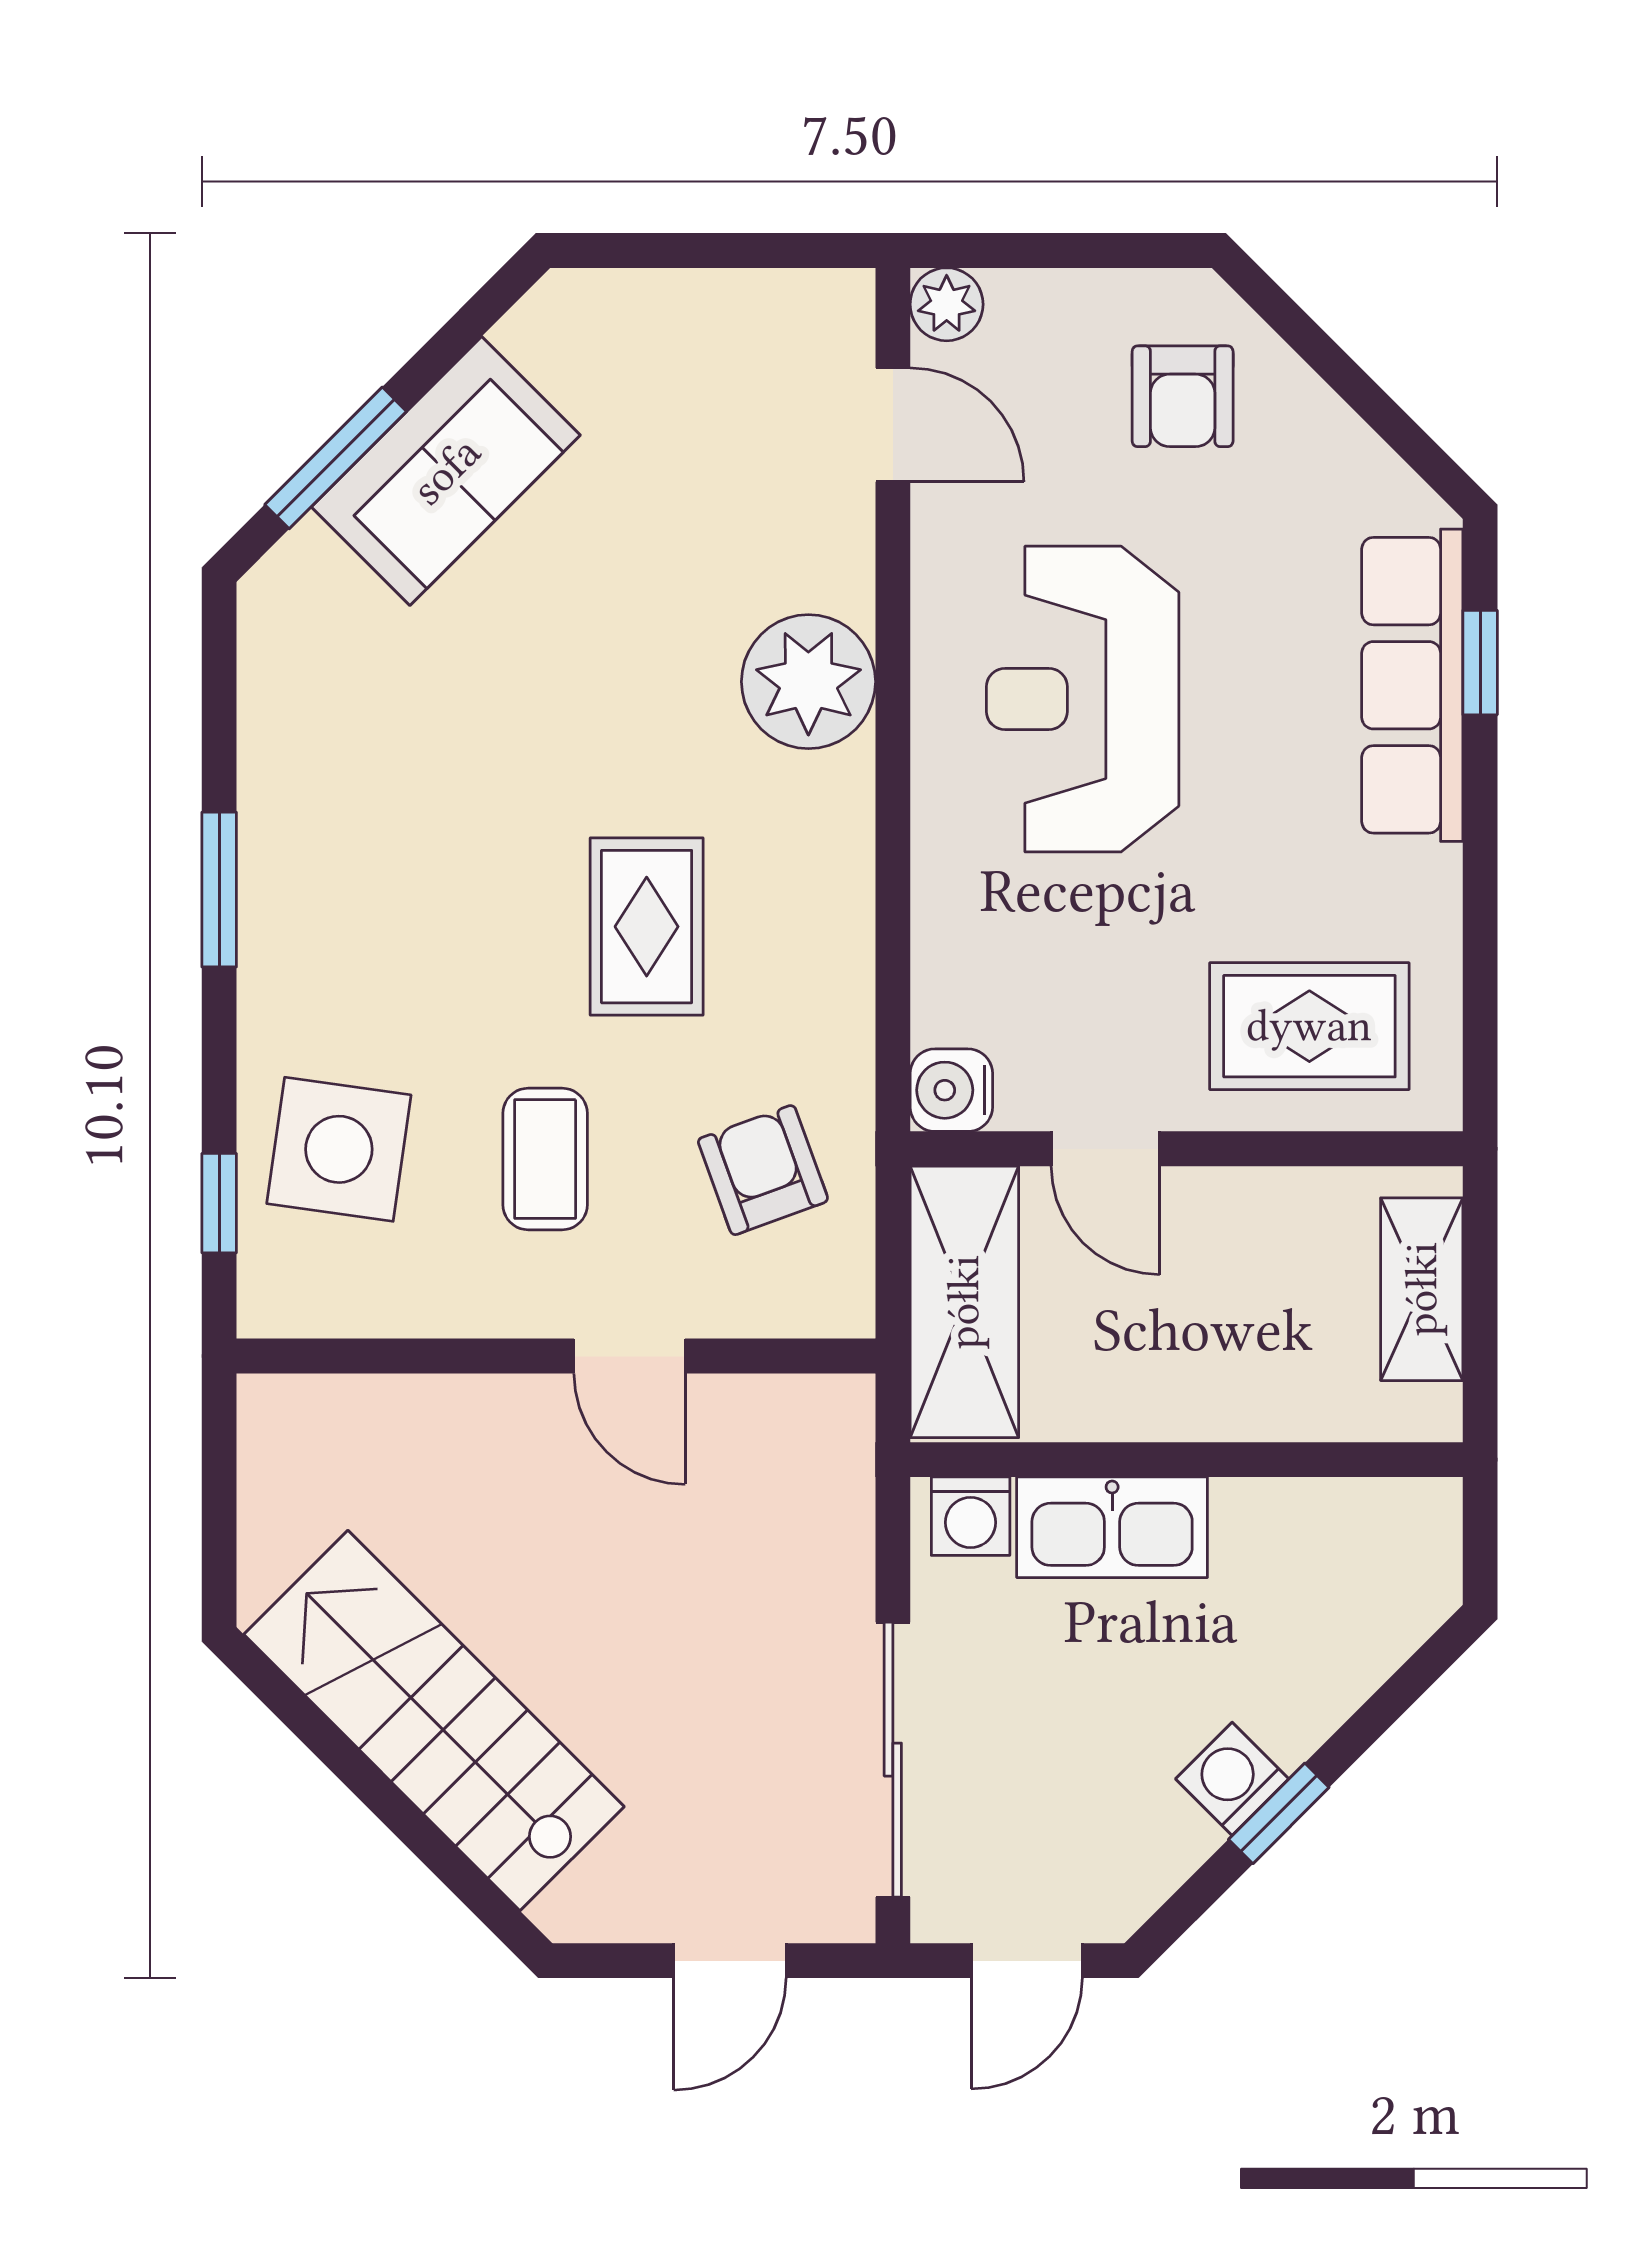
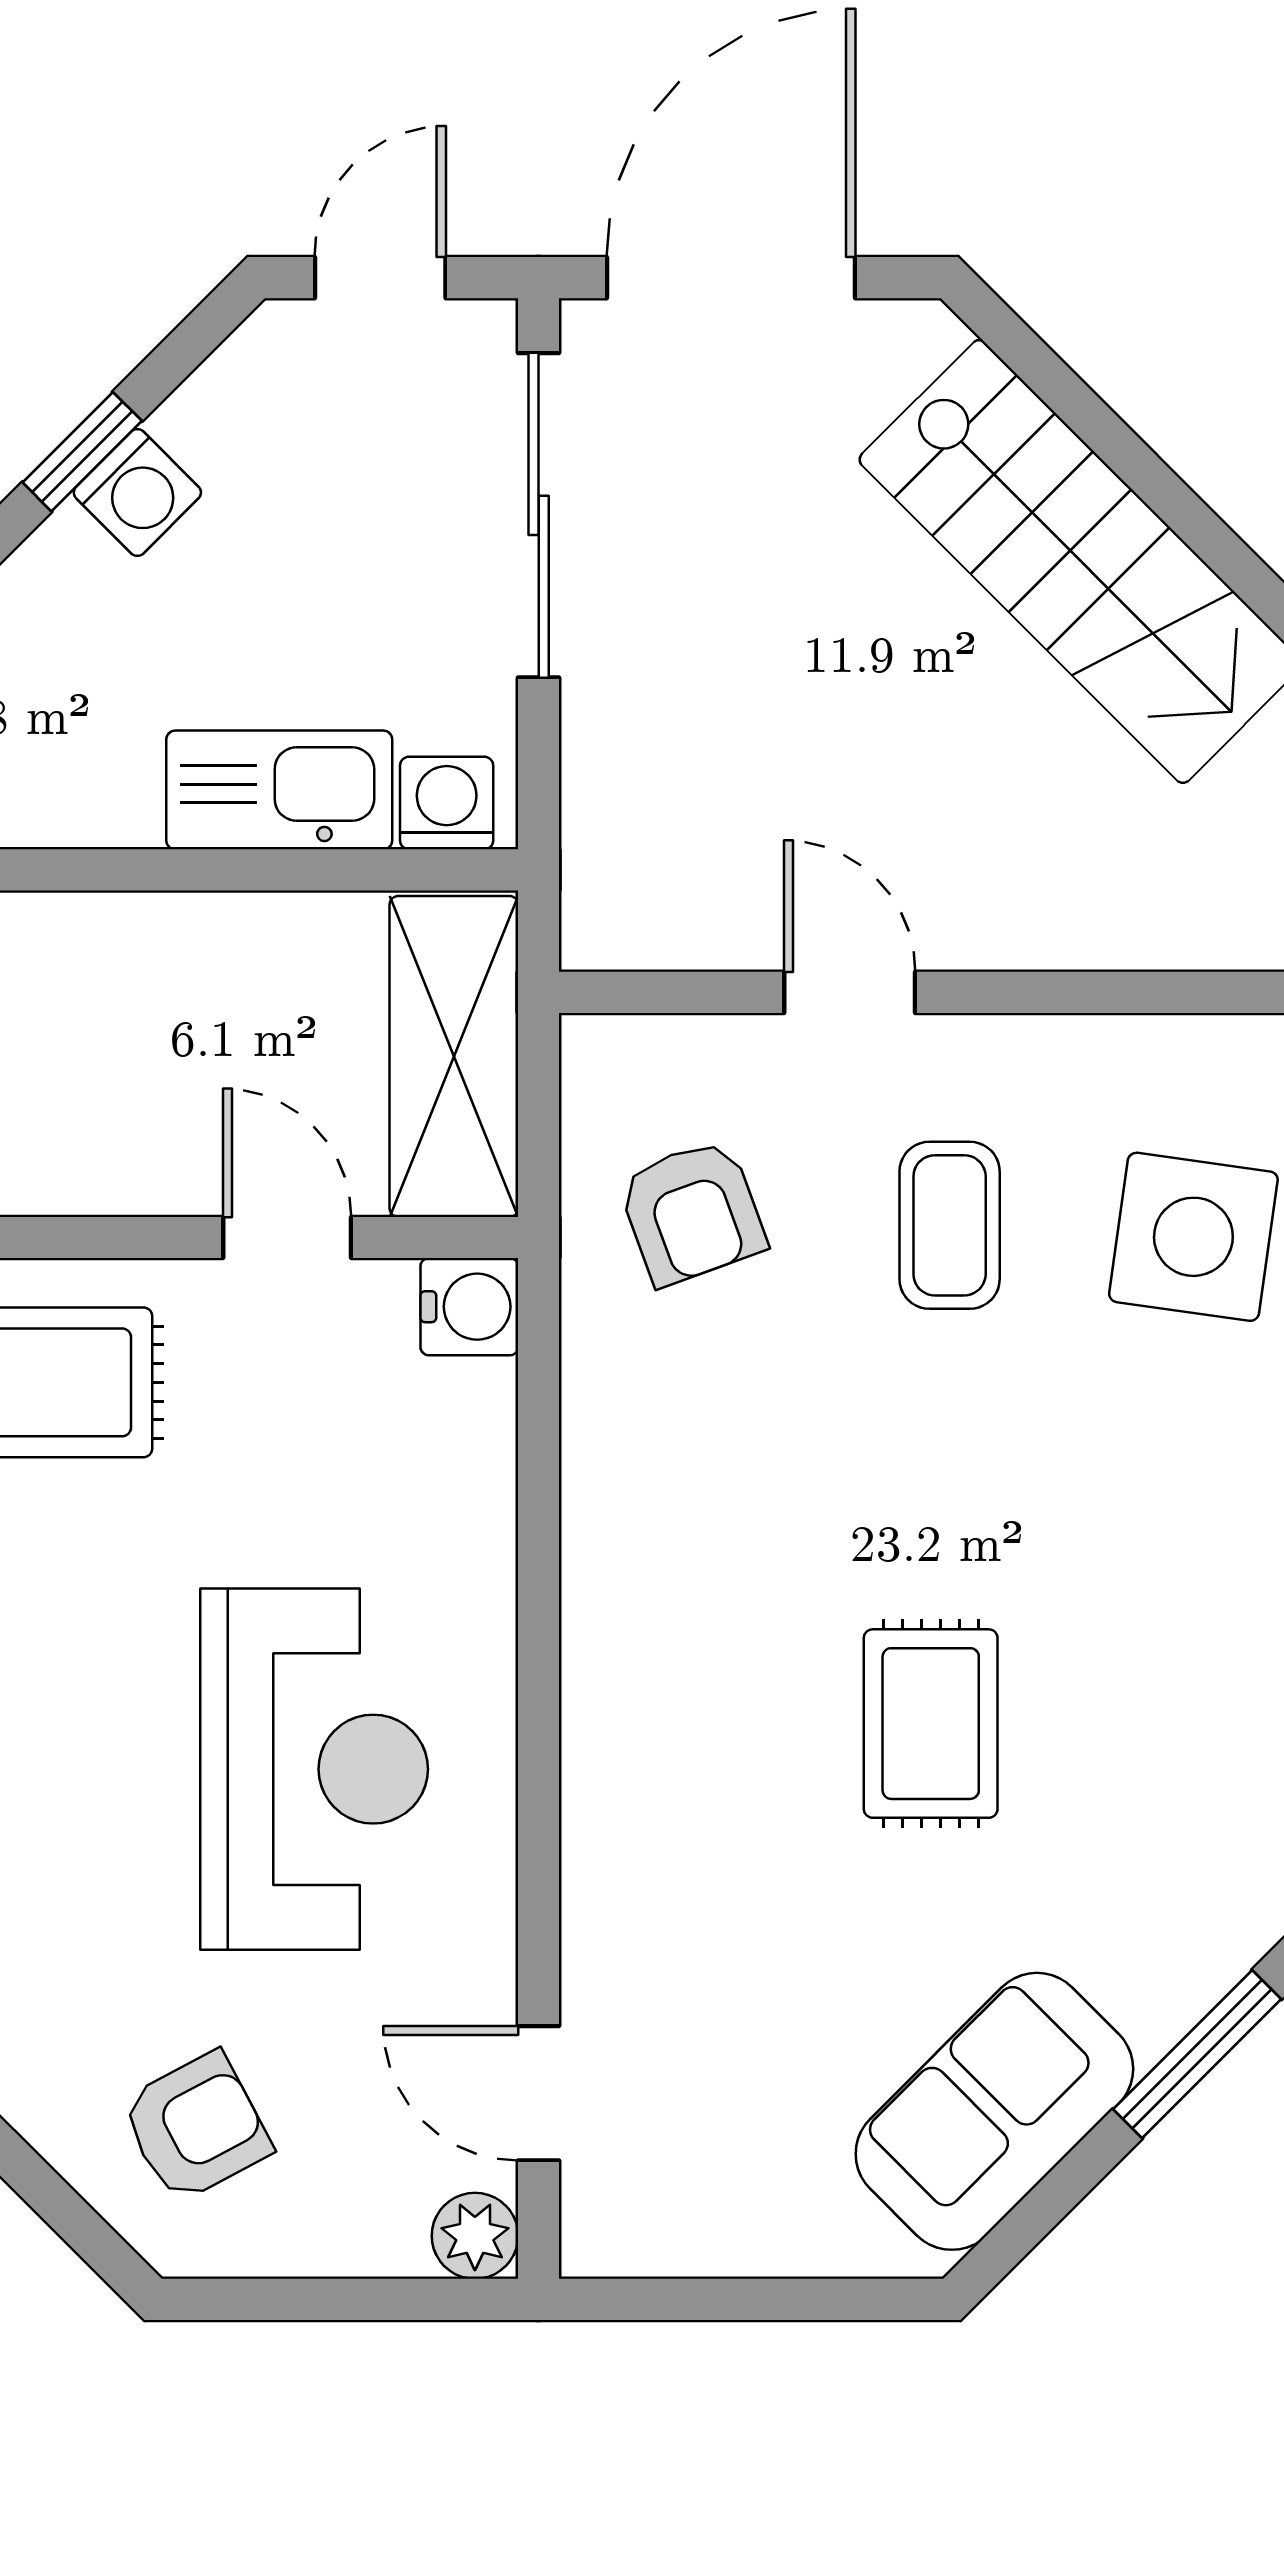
armchair: (1183, 396) -> (196, 2127), turned 62
sofa: (446, 471) -> (994, 2111), moved
plant: (808, 682) -> (638, 1790), removed
rug: (647, 927) -> (931, 1724), moved
door: (730, 1961) -> (731, 278), width x1.88

